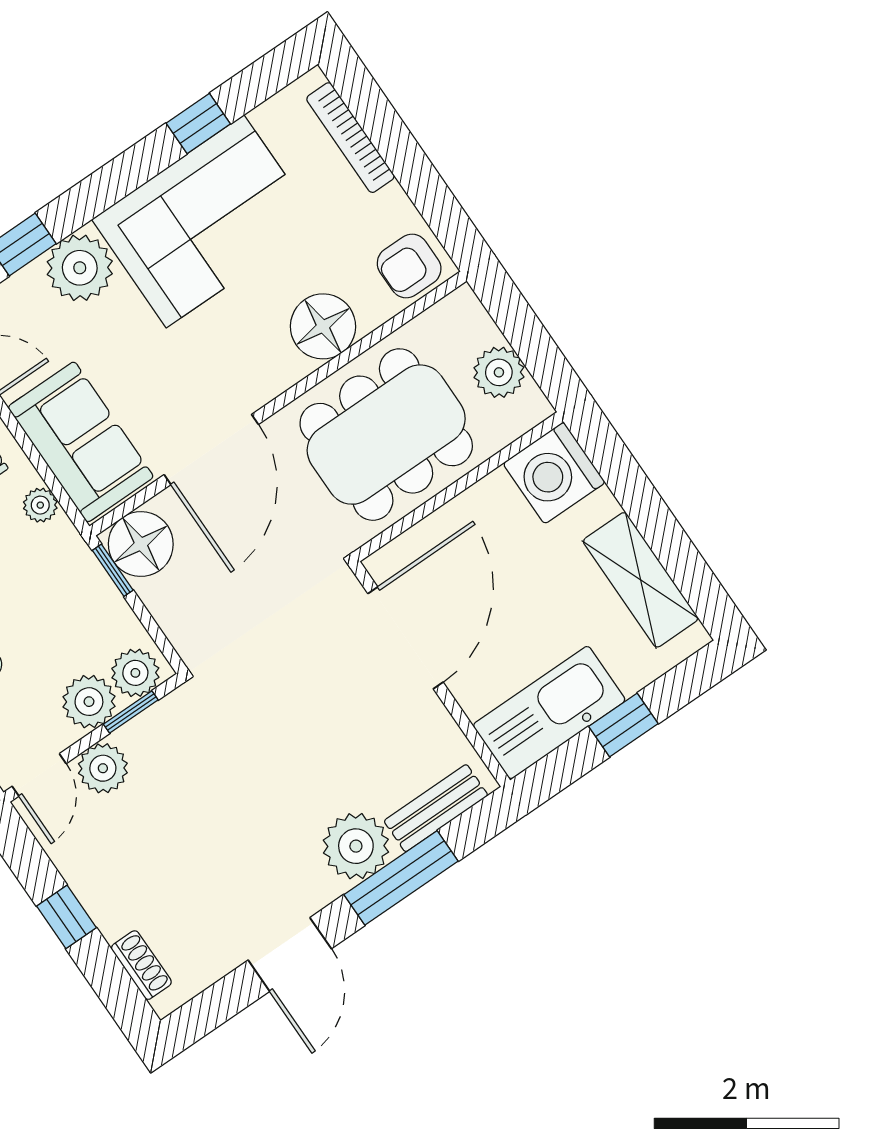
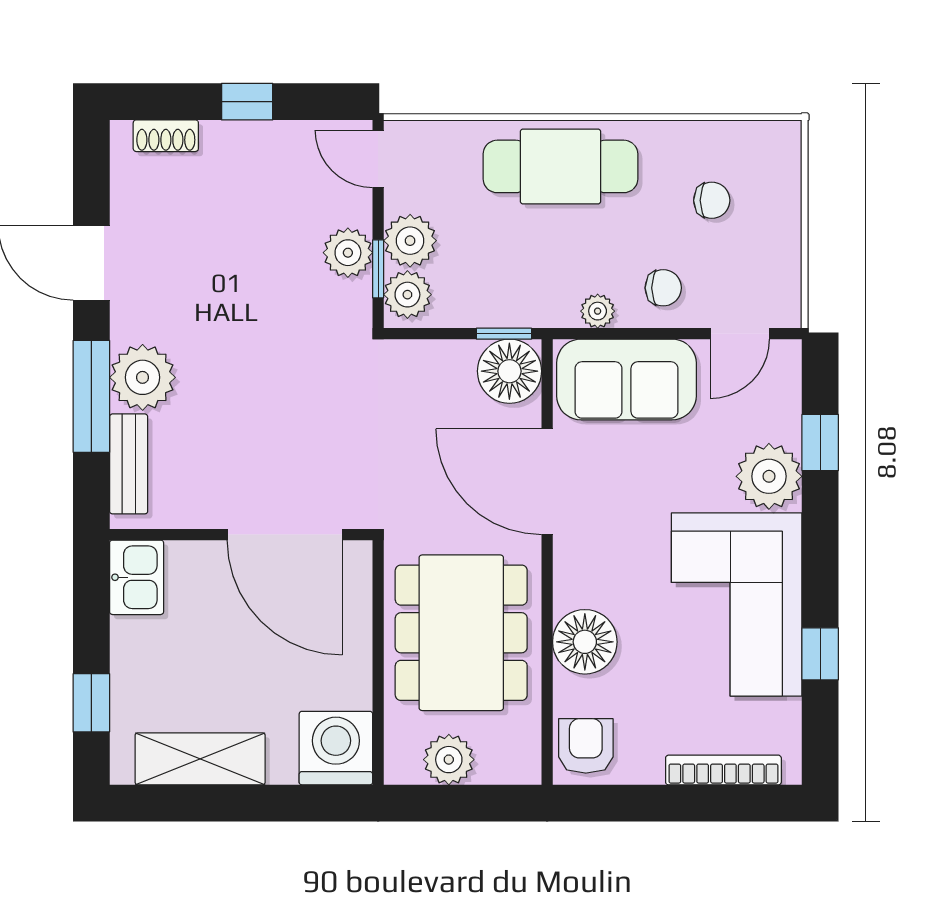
kitchen sink: (549, 713) -> (137, 577), width x0.53, depth x0.81
window: (623, 725) -> (91, 703), moved
plant: (103, 768) -> (348, 253), moved

